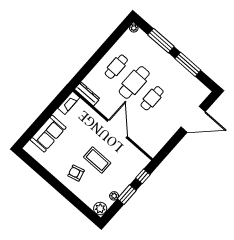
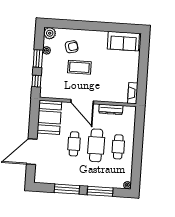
dresser: (87, 94) -> (111, 109), moved
sofa: (48, 134) -> (123, 41), moved, turned -90
booth: (156, 137) -> (49, 117), added
armchair: (76, 173) -> (72, 47), moved

